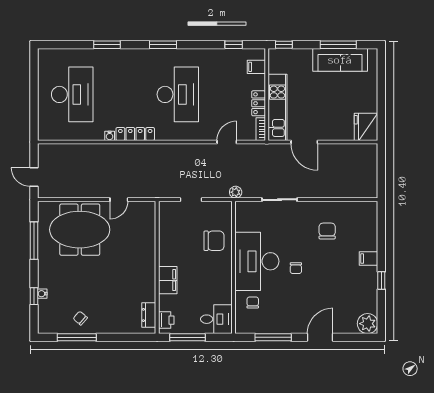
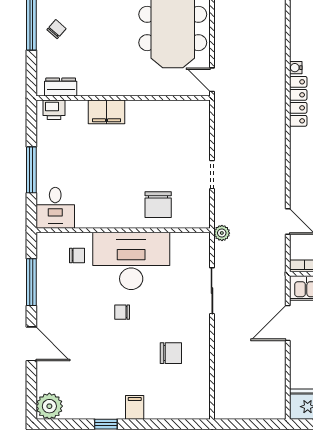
wall: (157, 267) -> (123, 98), moved
filing cabinet: (168, 280) -> (107, 112), moved
dresser: (149, 315) -> (61, 87), moved
printer: (166, 320) -> (54, 110), moved

